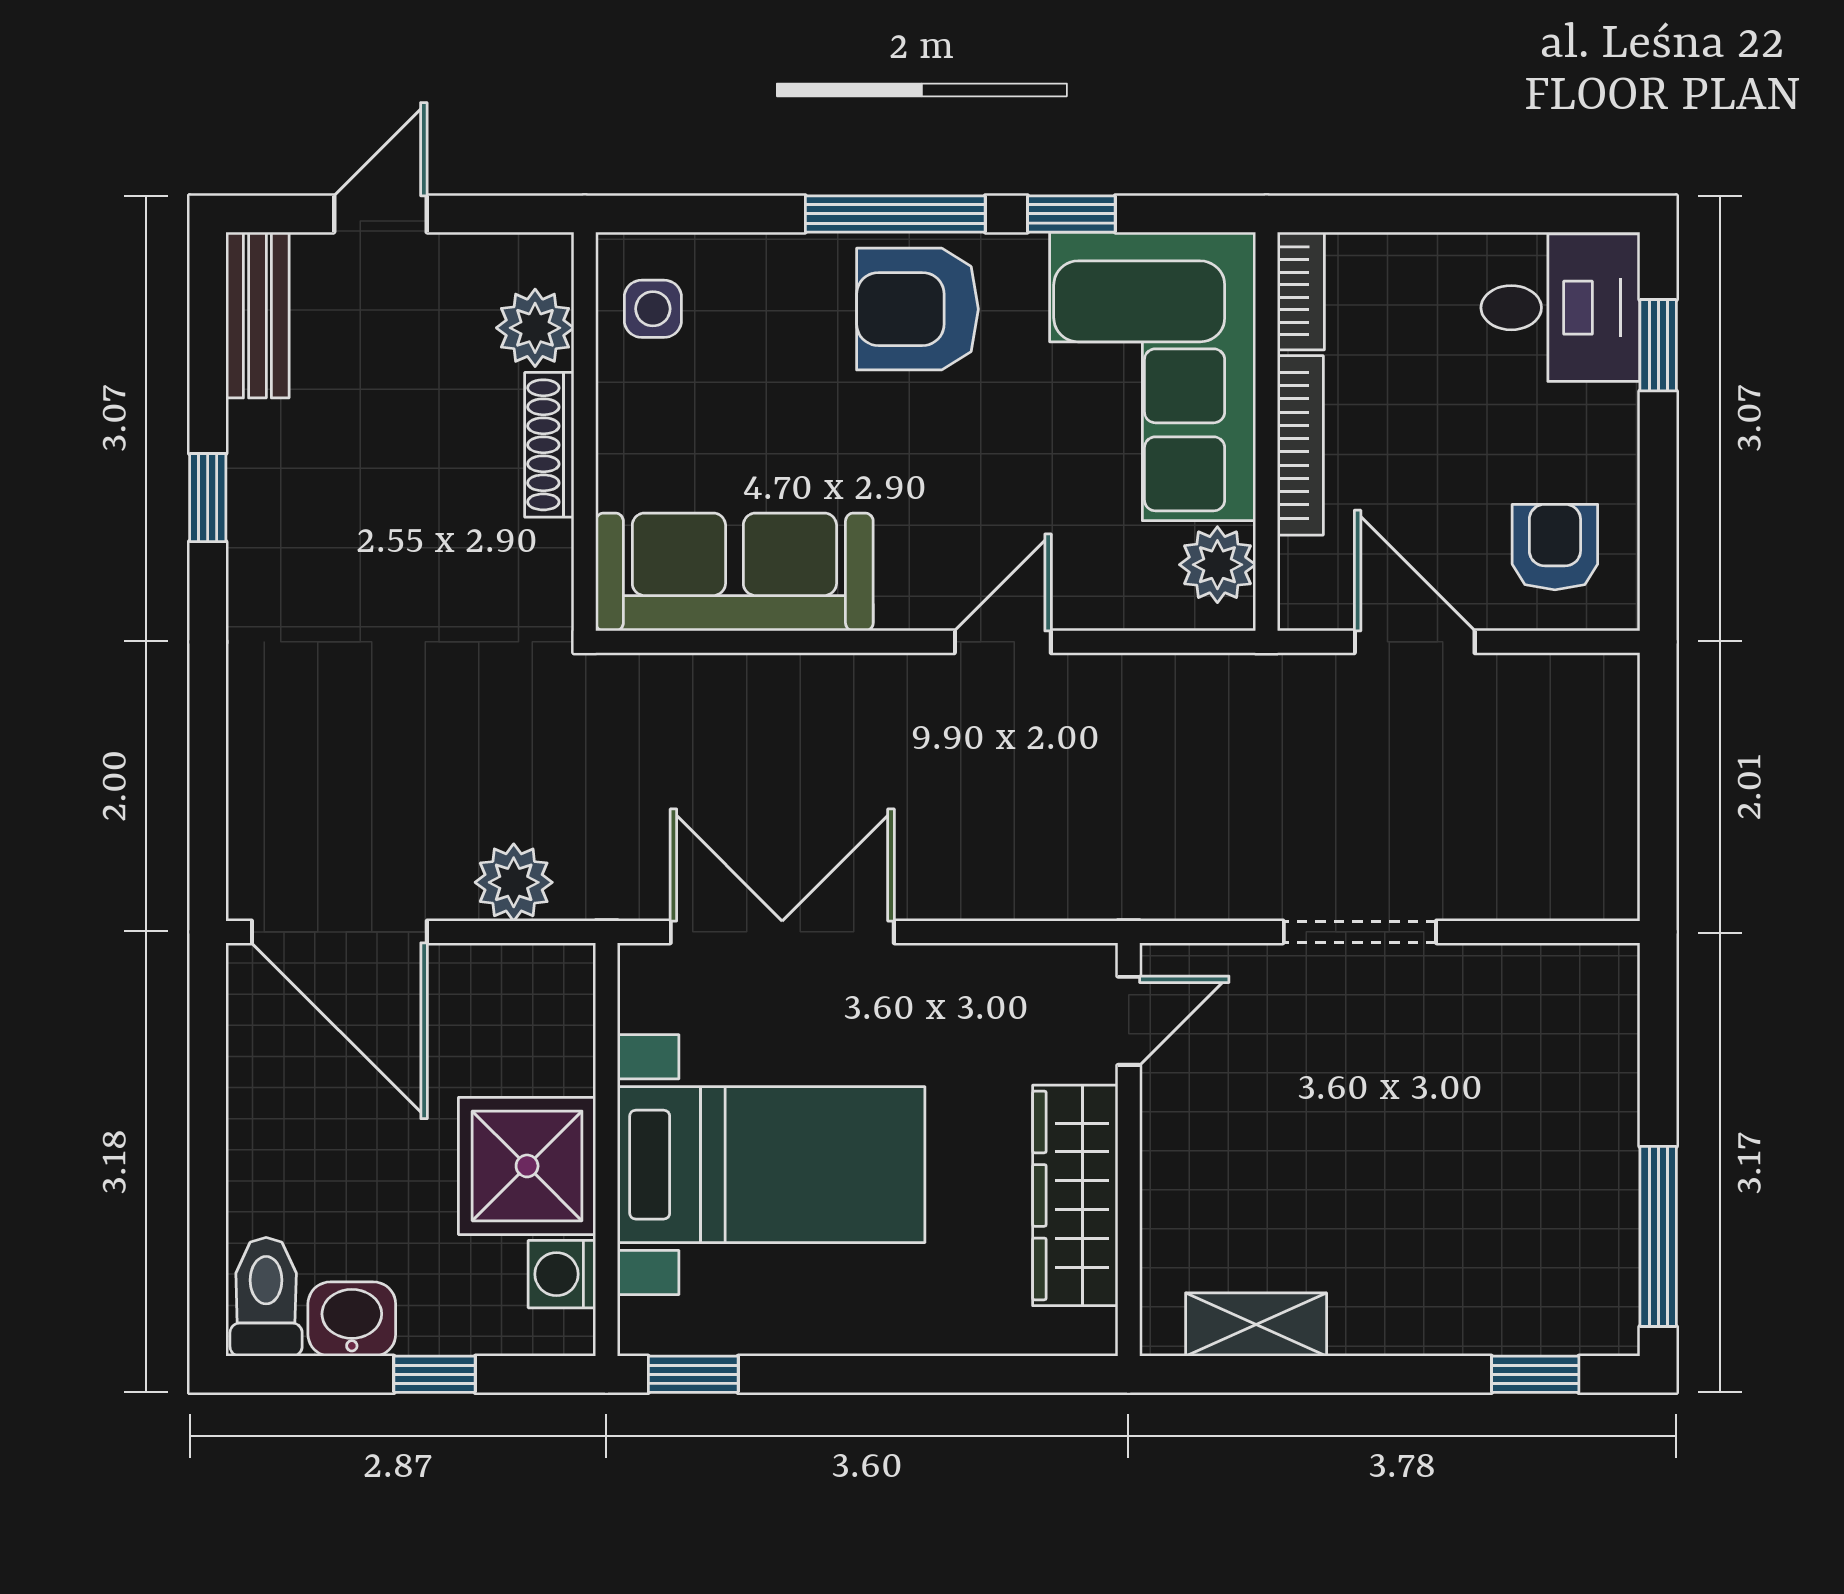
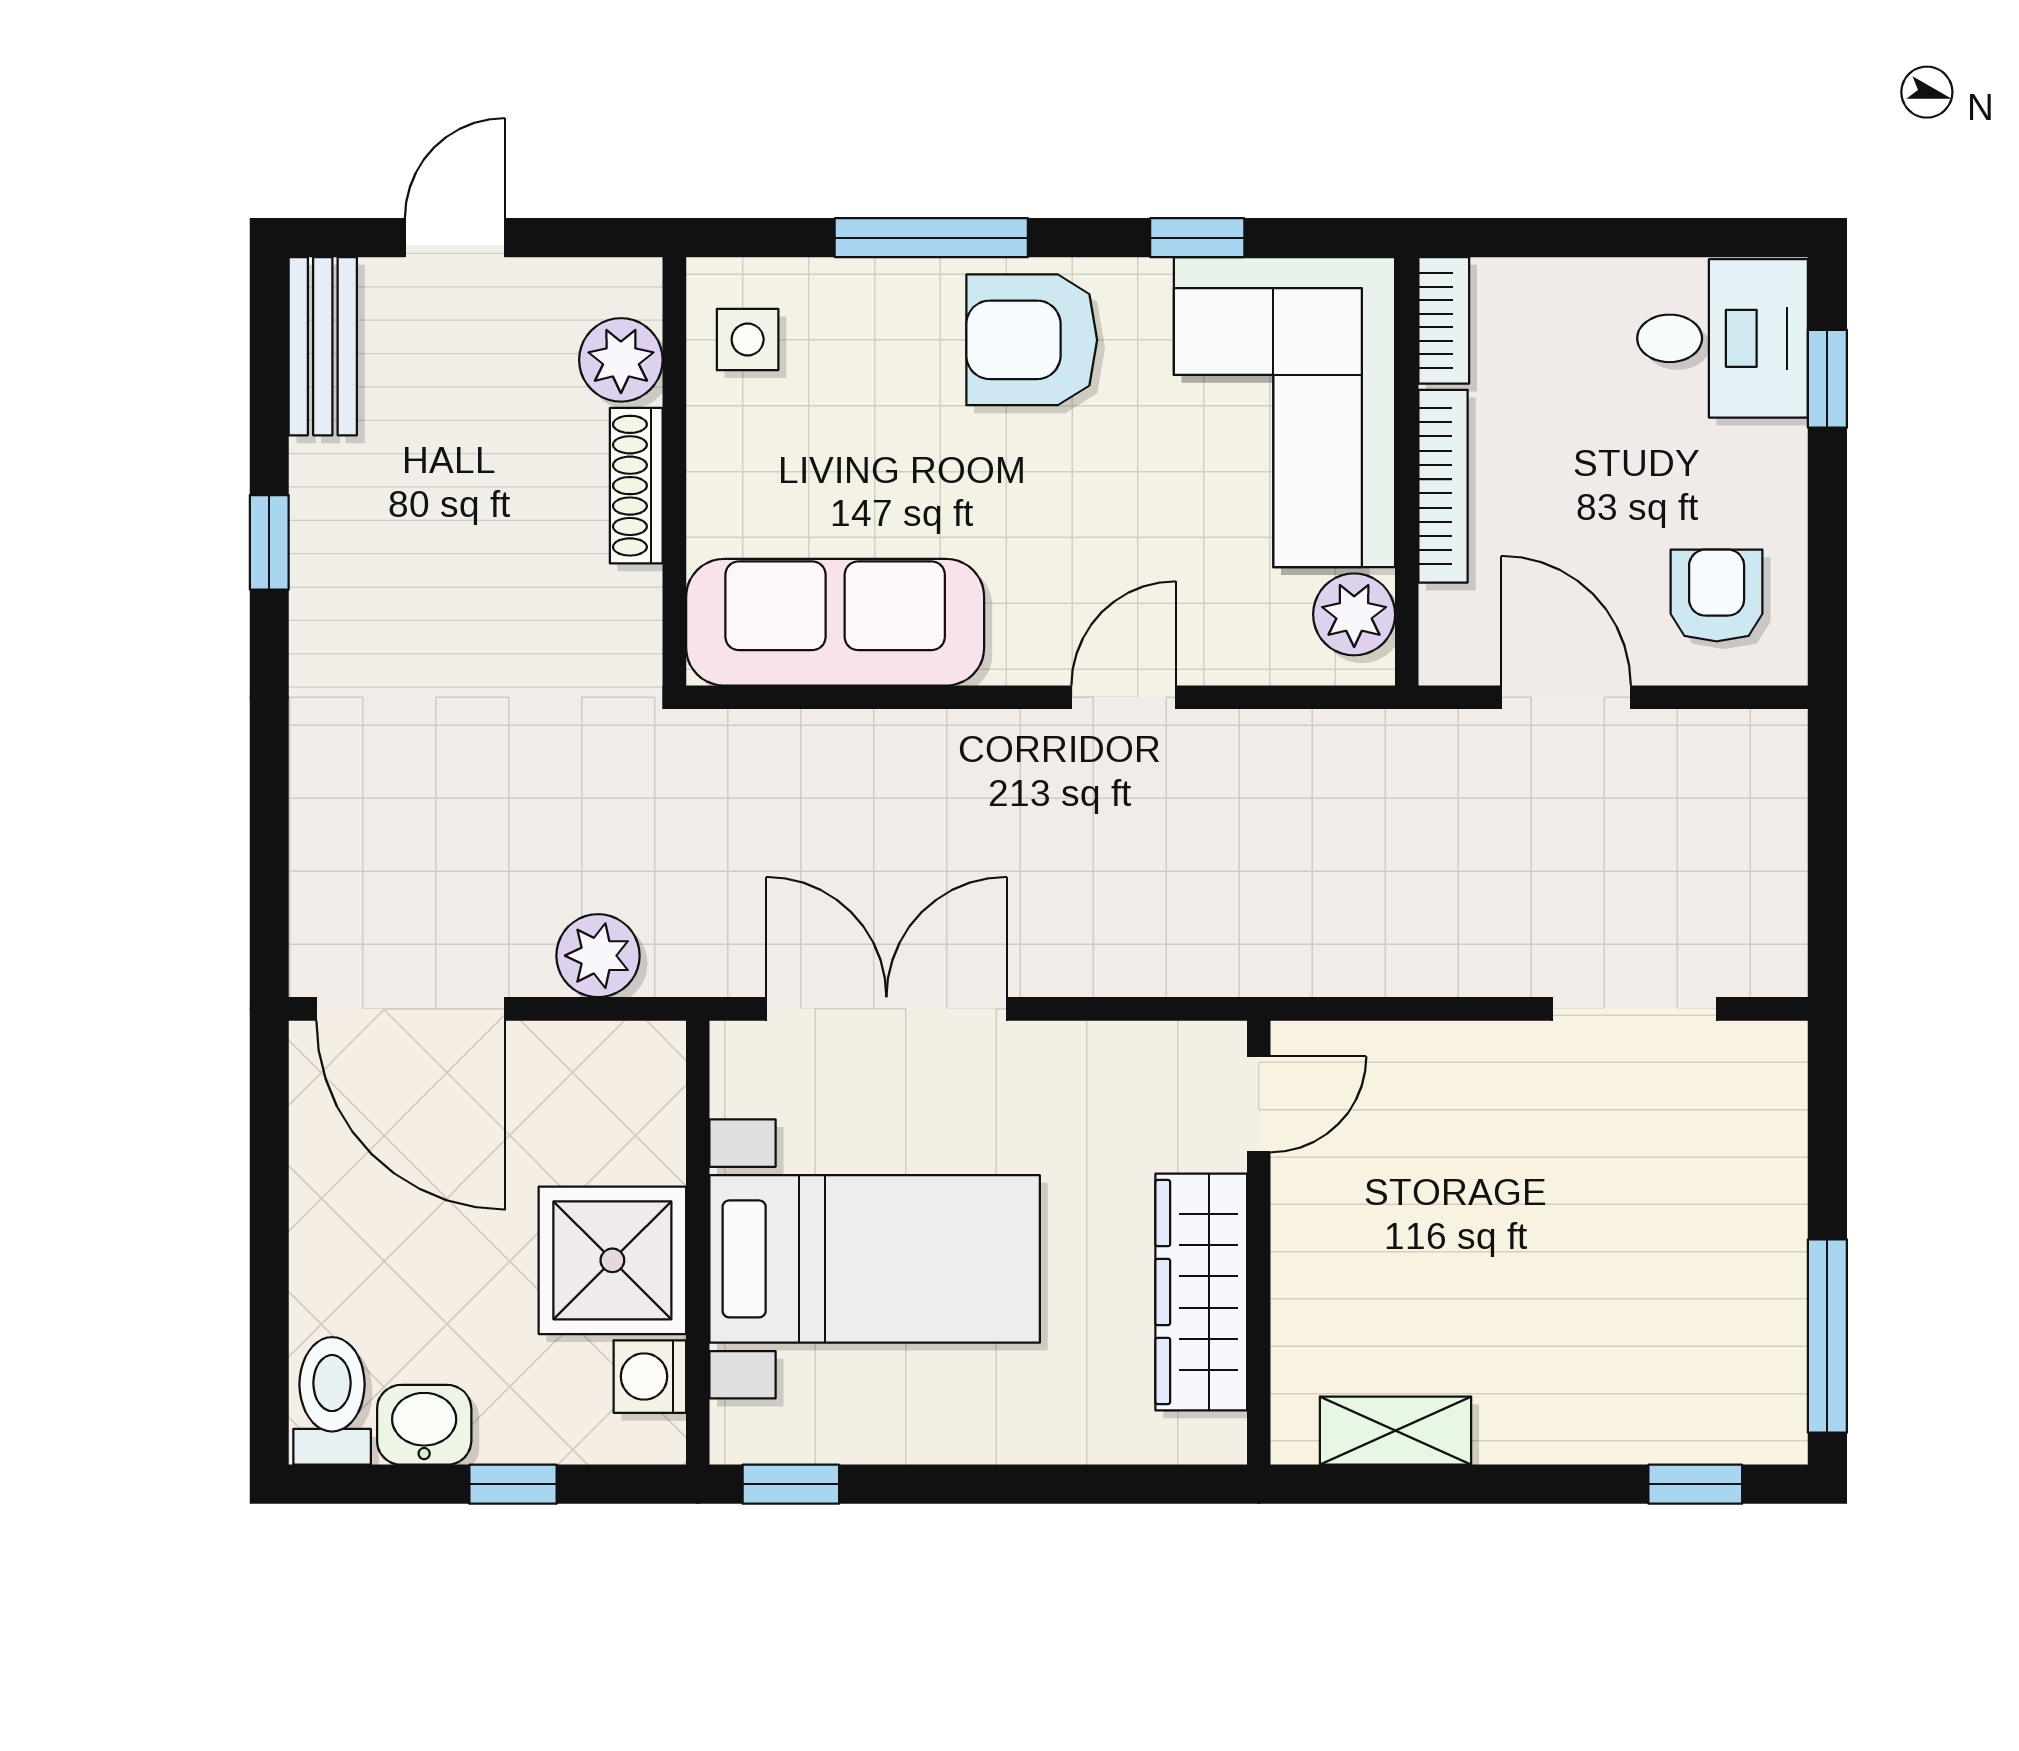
window: (895, 214) -> (931, 238), moved
doorway: (1360, 932) -> (1635, 1009), moved

